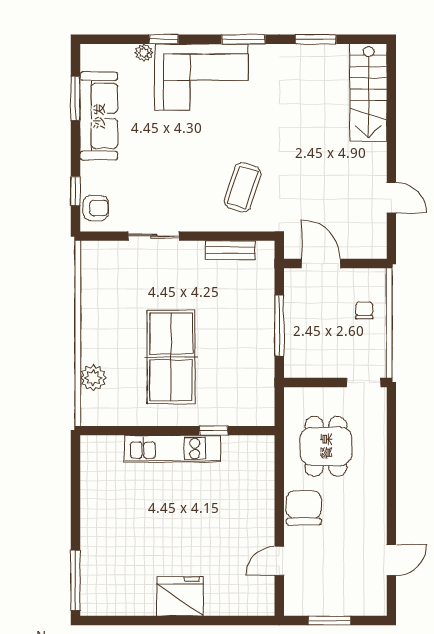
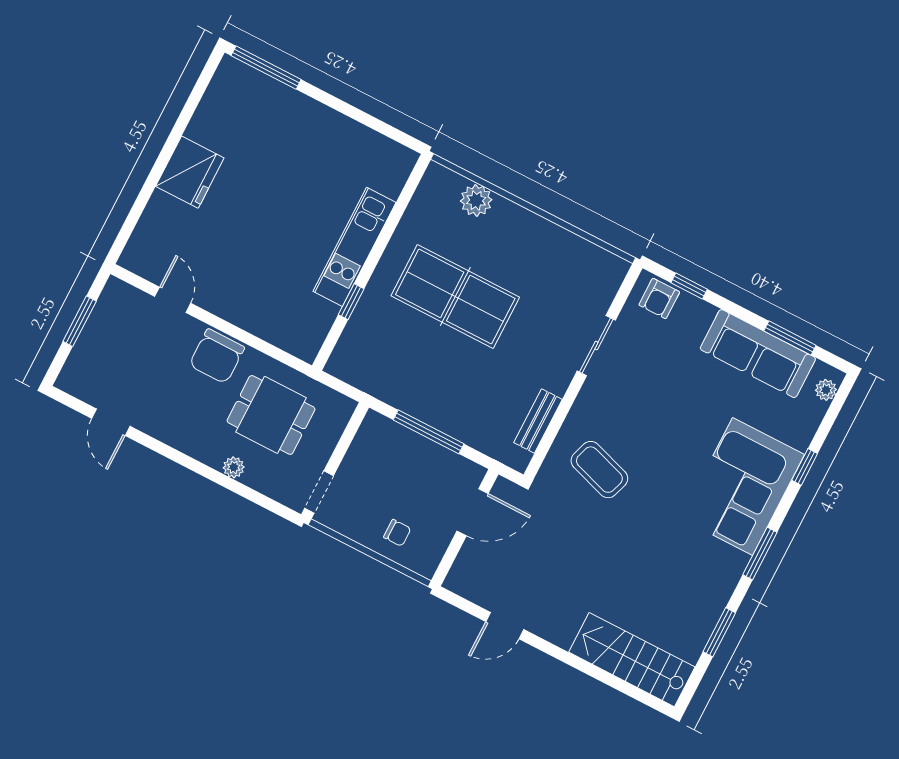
plant: (144, 53) -> (826, 390), moved
plant: (378, 454) -> (234, 467), added
chair: (304, 508) -> (217, 356), turned 90

